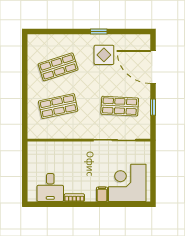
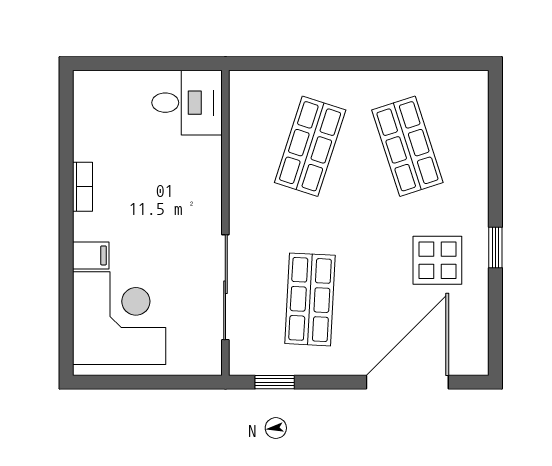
shop shelf: (58, 106) -> (310, 146), turned 30
window: (153, 107) -> (275, 382), moved
desk: (50, 187) -> (187, 103), moved, turned 180

